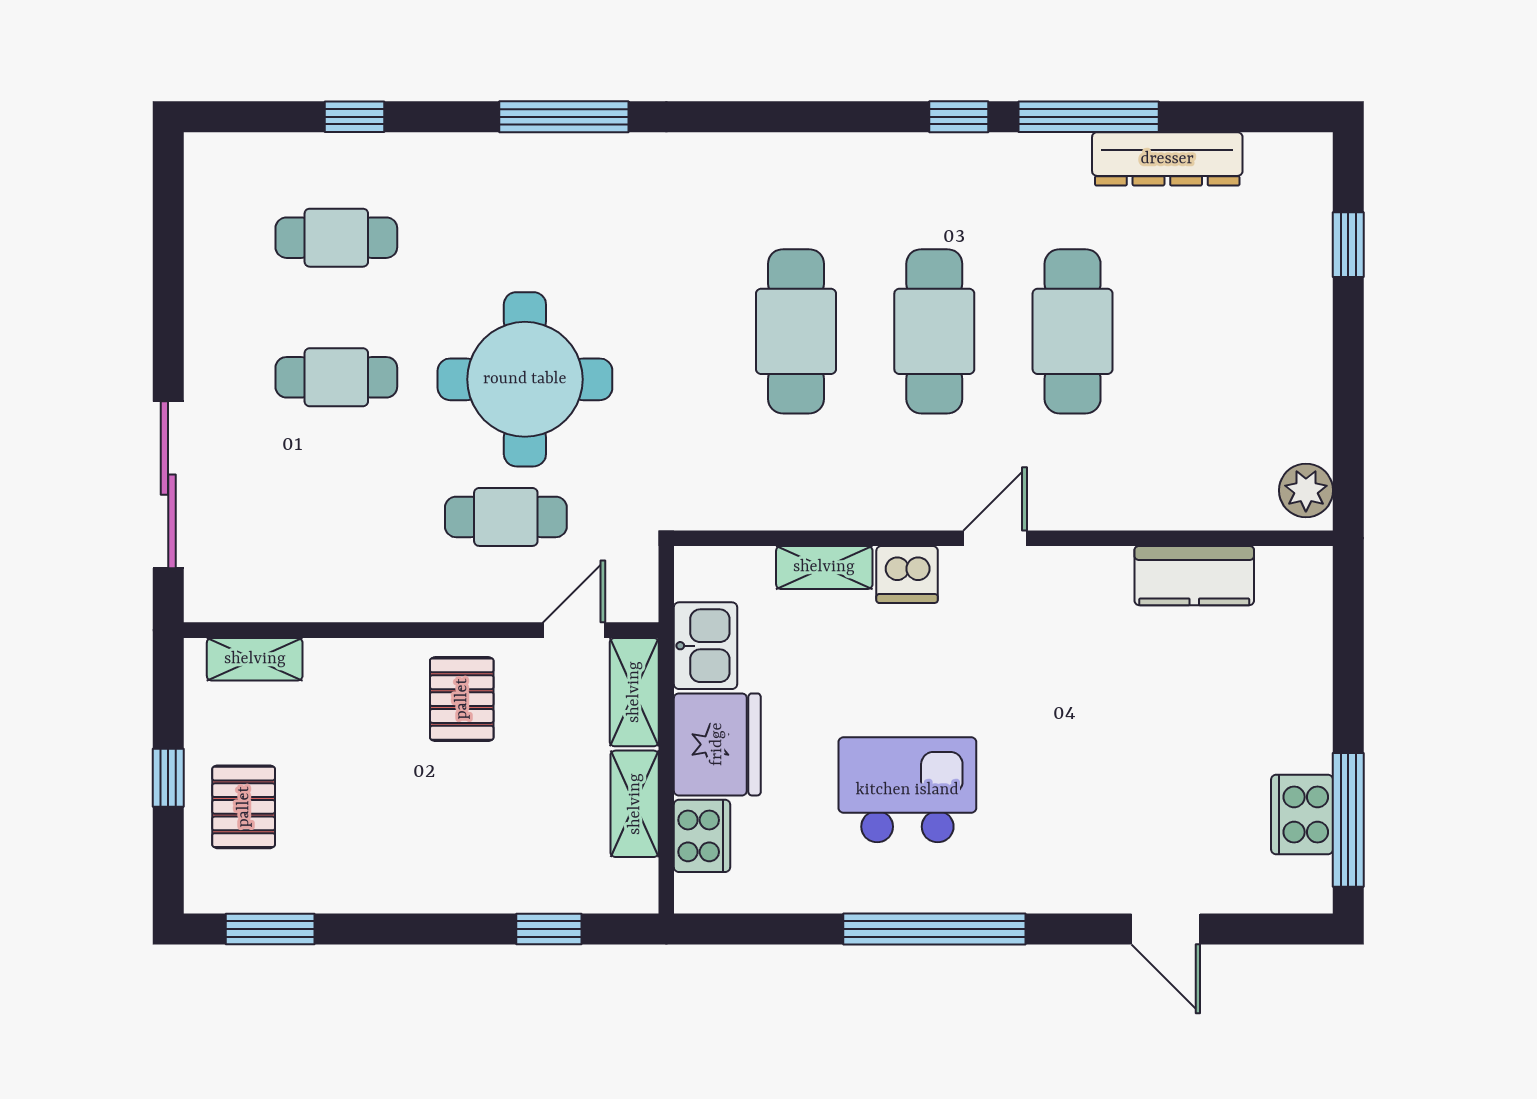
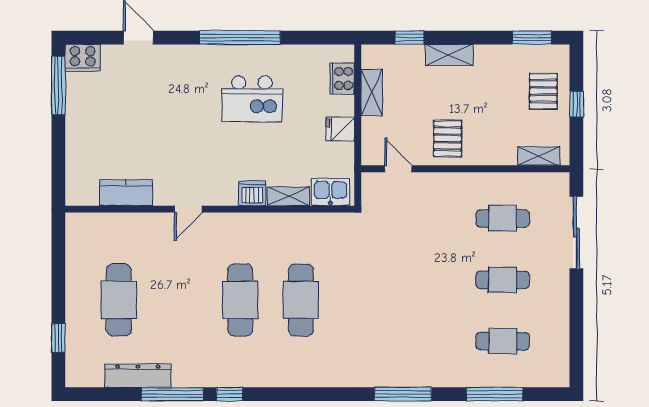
window: (355, 117) -> (495, 394), width x2.17
cafe table: (1073, 331) -> (119, 300), moved
round table: (525, 379) -> (420, 279), removed
plant: (1306, 490) -> (77, 230), removed
cafe table: (506, 517) -> (503, 218), moved
door: (995, 538) -> (188, 209), moved
door: (574, 630) -> (398, 169), swing flipped
kitchen sink: (705, 646) -> (330, 192), moved, turned 90
shelving: (634, 692) -> (449, 55), moved, turned 90
fridge: (717, 744) -> (340, 129), width x0.53, depth x0.75
cooker: (1302, 815) -> (83, 58), moved, turned 90

